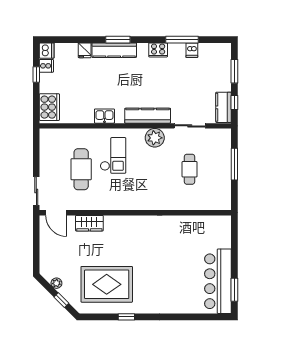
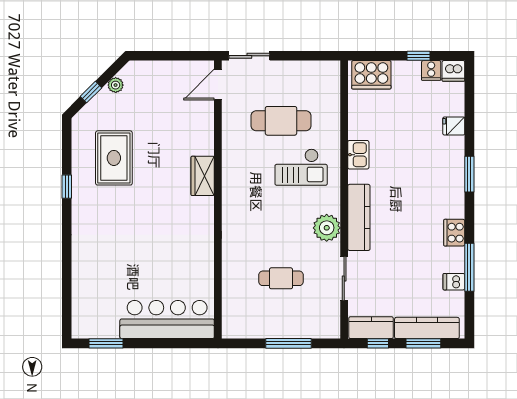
kitchen counter: (114, 50) -> (427, 328), moved, turned 90
wardrobe: (89, 223) -> (203, 176), moved
bar counter: (218, 281) -> (167, 320), moved
rug: (107, 284) -> (114, 158), width x0.73, depth x0.69

